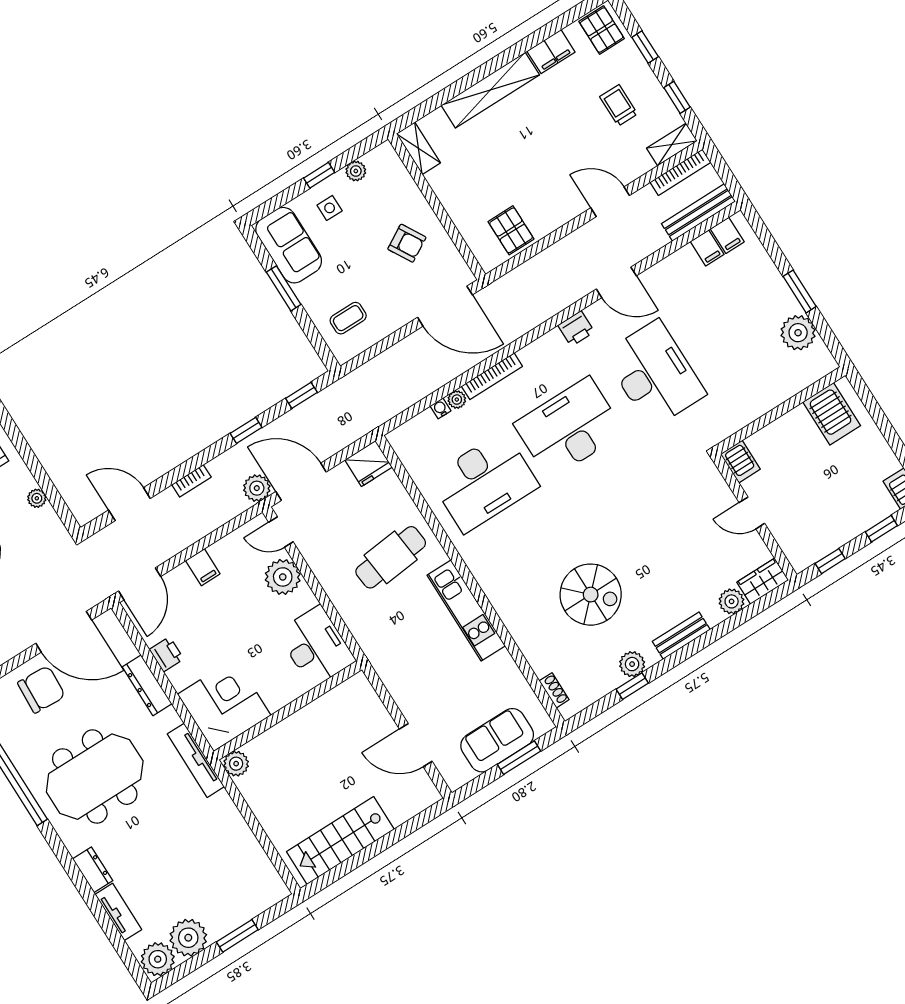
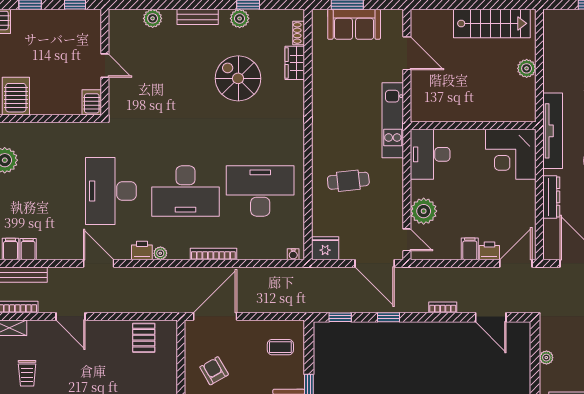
door: (445, 306) -> (215, 316), hinge flipped
plant: (457, 400) -> (160, 253), moved
water cooler: (440, 408) -> (293, 254), moved
plant: (257, 488) -> (405, 277), removed
cafe table: (391, 557) -> (348, 181), width x0.73, depth x0.74
wardrobe: (763, 581) -> (295, 63), moved, turned 90
kitchen unit: (466, 611) -> (393, 120), moved, turned 180
printer: (167, 654) -> (489, 251), moved, turned 90
tv unit: (196, 760) -> (553, 131), width x1.36, depth x1.29
plant: (236, 764) -> (527, 68), moved

